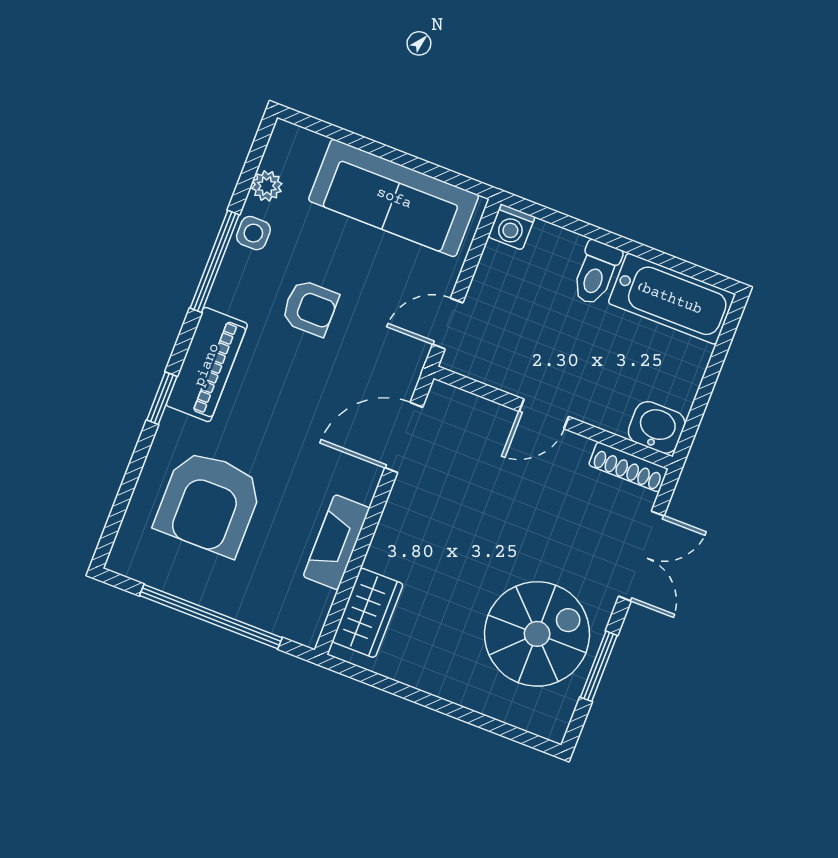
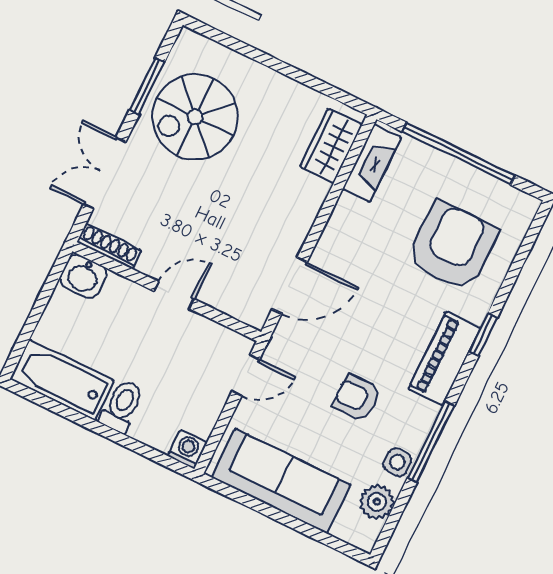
plant: (267, 186) -> (377, 502), width x1.38, depth x1.38
fireplace: (337, 542) -> (372, 163), moved

